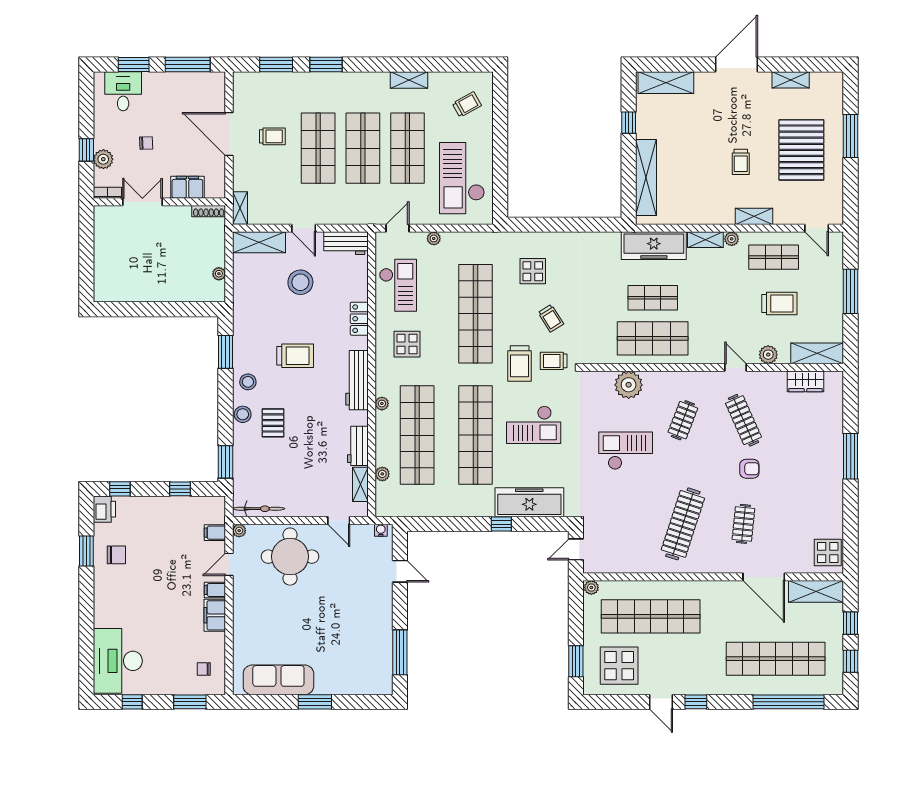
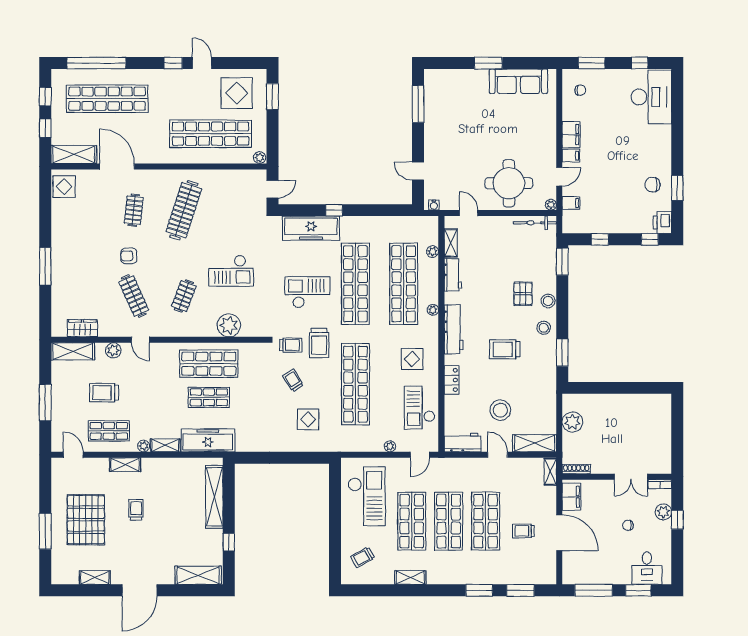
filing cabinet: (187, 187) -> (571, 497), moved, turned -90
plant: (219, 274) -> (572, 422), width x1.88, depth x1.88
trolley: (520, 363) -> (319, 343), turned 180

